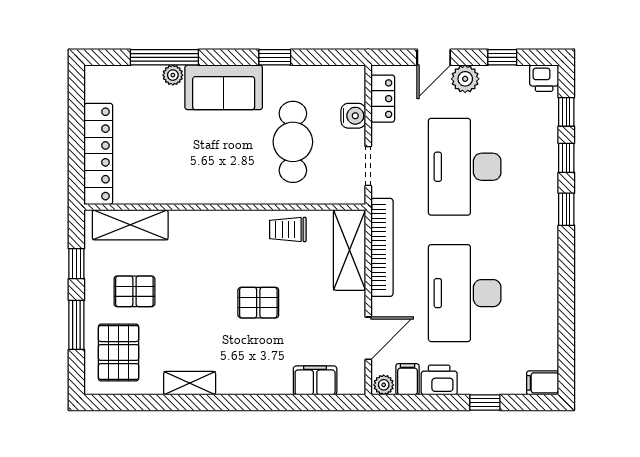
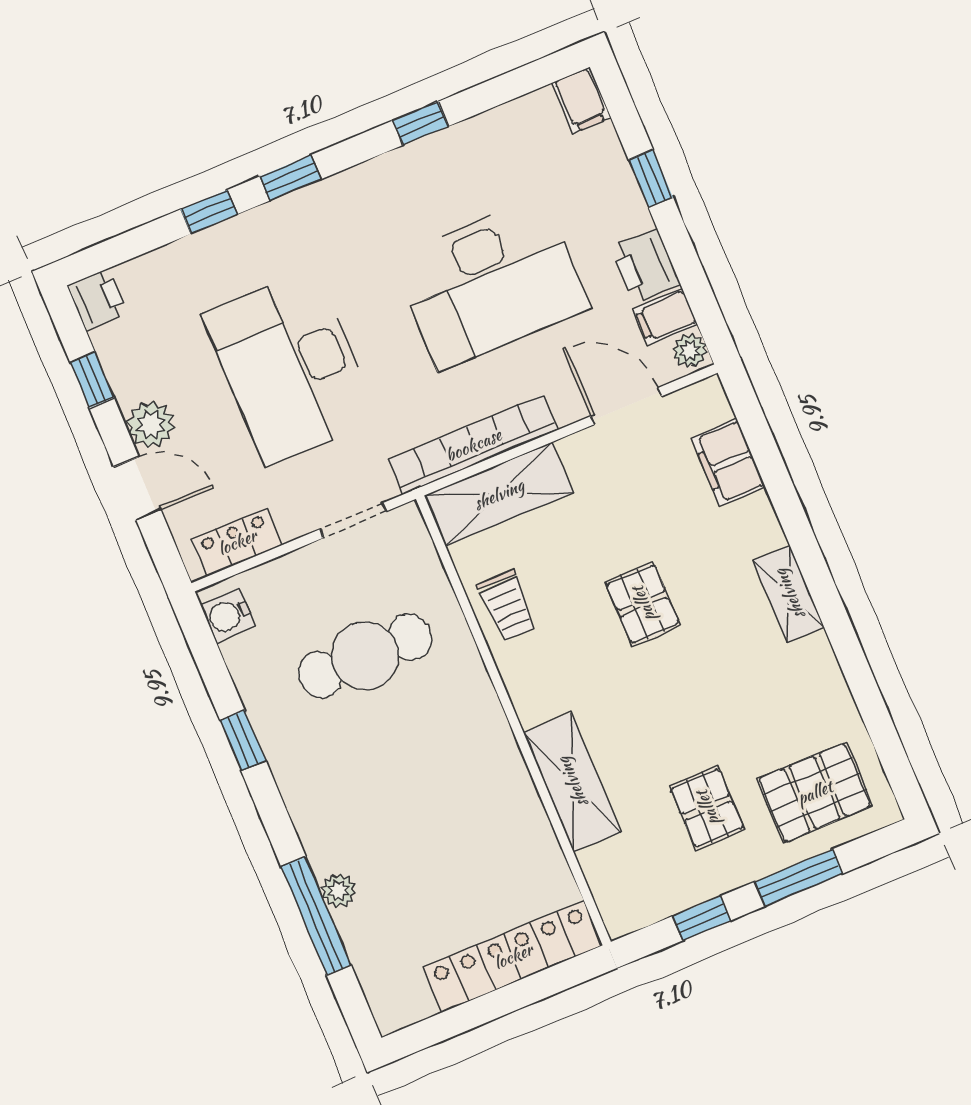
sofa: (224, 87) -> (324, 802), removed
window: (566, 112) -> (421, 123), moved
water cooler: (353, 116) -> (228, 616), moved, turned -90
desk: (465, 167) -> (290, 367), turned 90
shelving: (130, 225) -> (572, 782), moved
shelving: (190, 383) -> (789, 594), moved

